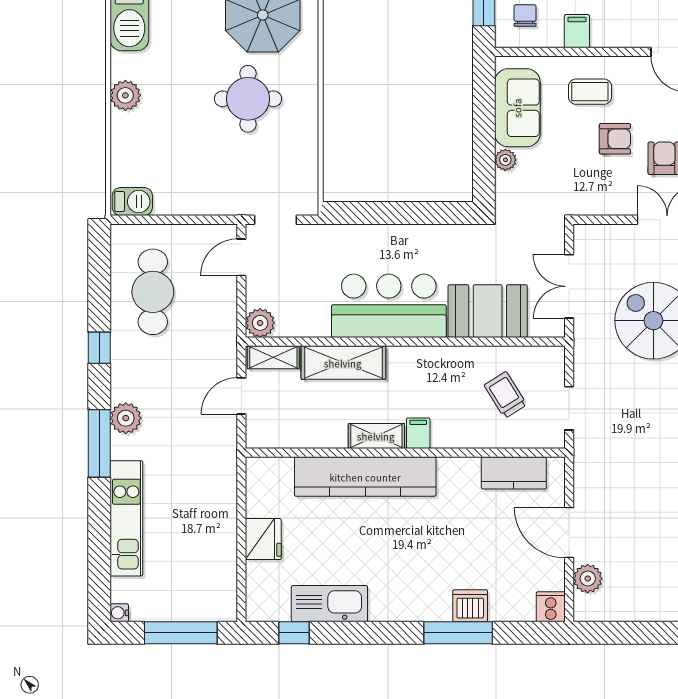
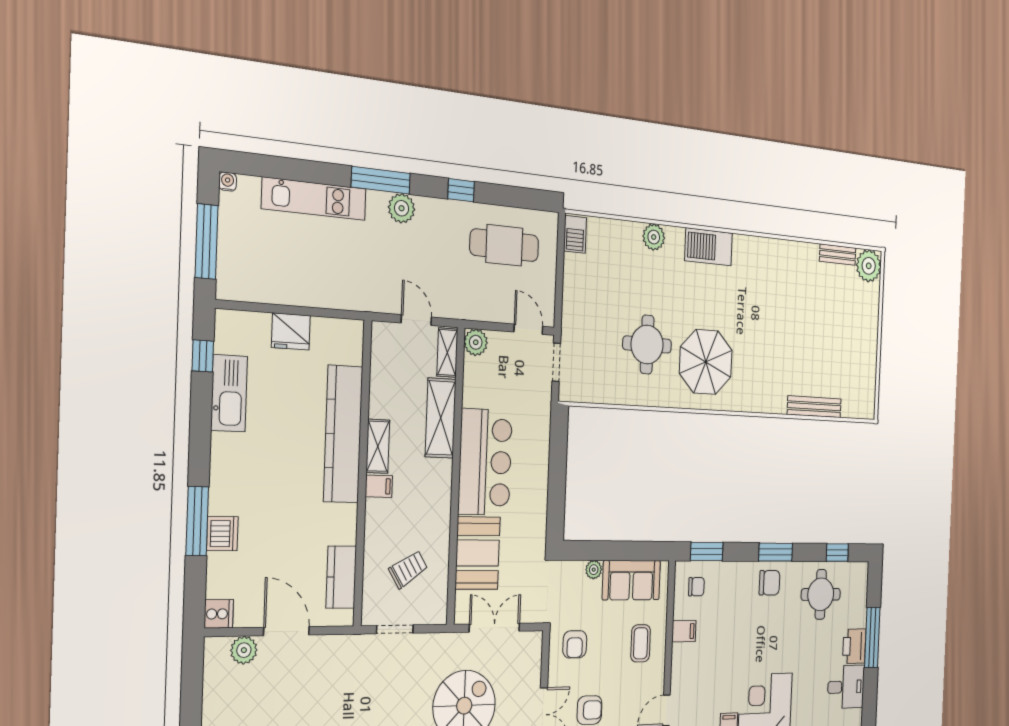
armchair: (615, 139) -> (575, 644), moved
door: (569, 533) -> (286, 631), hinge flipped

